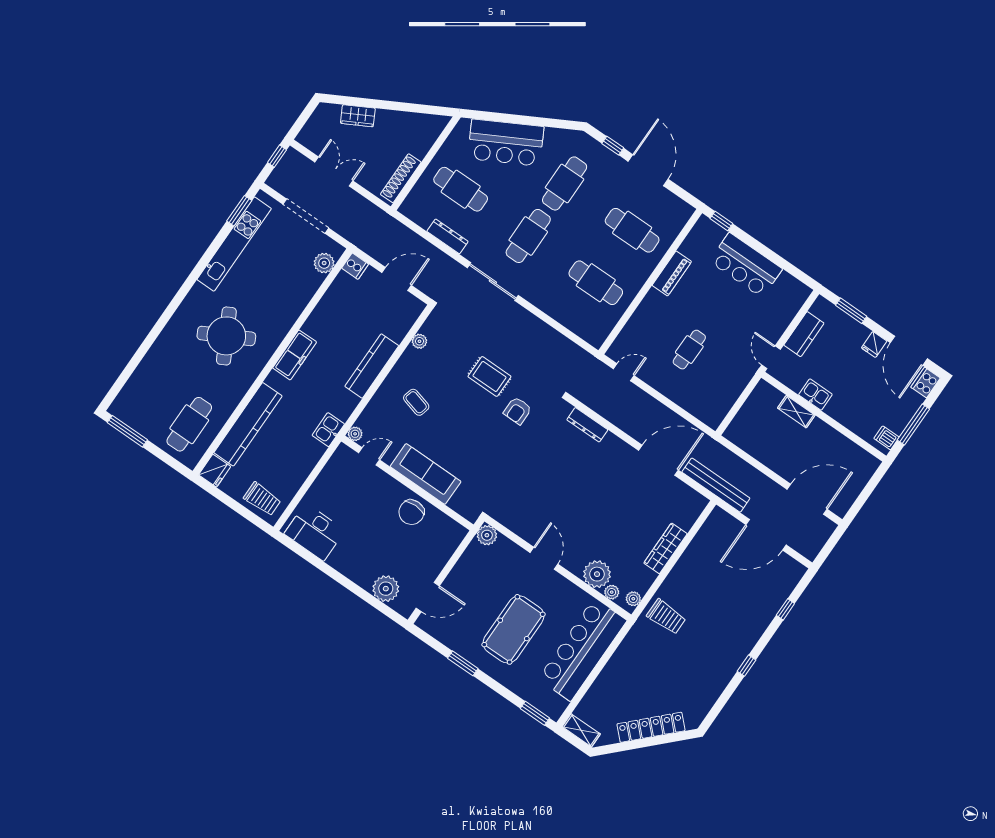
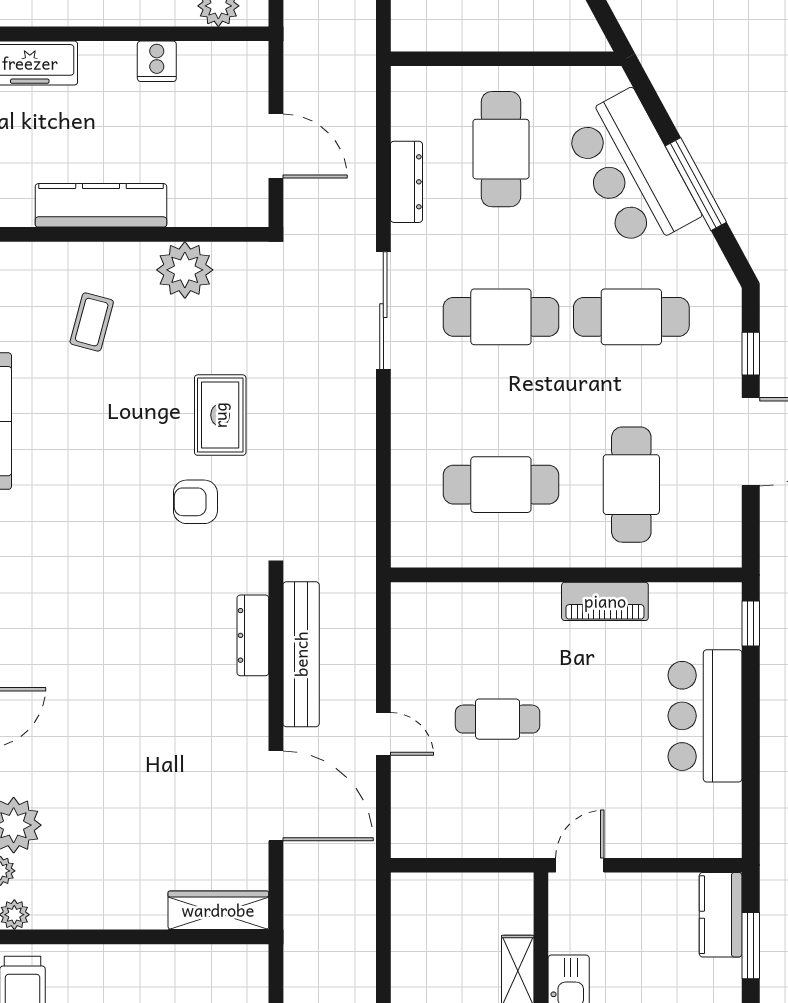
window: (529, 120) -> (696, 184), added
shoe rack: (401, 178) -> (450, 36), removed
cooker: (355, 266) -> (157, 61), moved
cafe table: (596, 283) -> (501, 485), turned 90
kitchen counter: (804, 334) -> (721, 915), moved, turned 90
plant: (419, 341) -> (185, 270), width x1.87, depth x1.87
door: (624, 372) -> (383, 734), moved
bench: (716, 485) -> (301, 654), moved
wardrobe: (665, 548) -> (218, 910), moved

